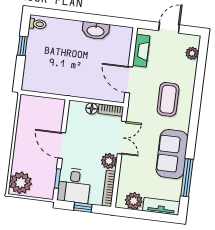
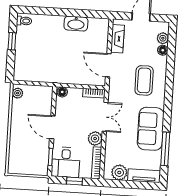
floor lamp: (191, 67) -> (163, 50), added
floor lamp: (92, 109) -> (62, 92), moved
plant: (21, 183) -> (18, 93), moved, width x0.53, depth x0.53

